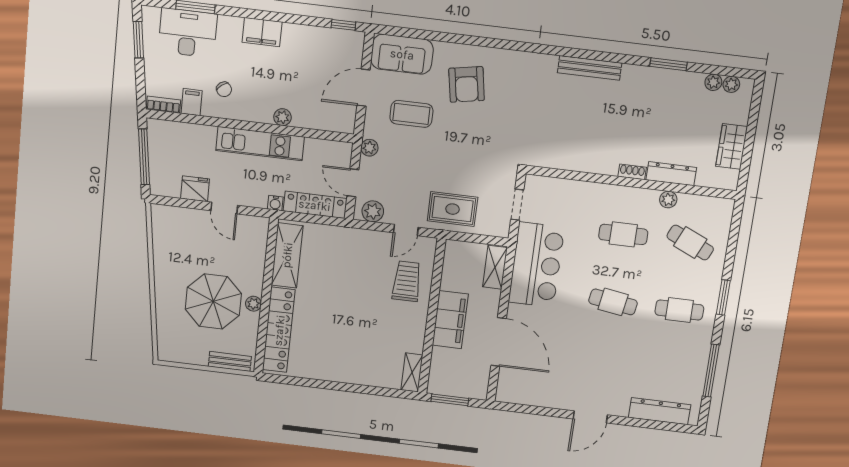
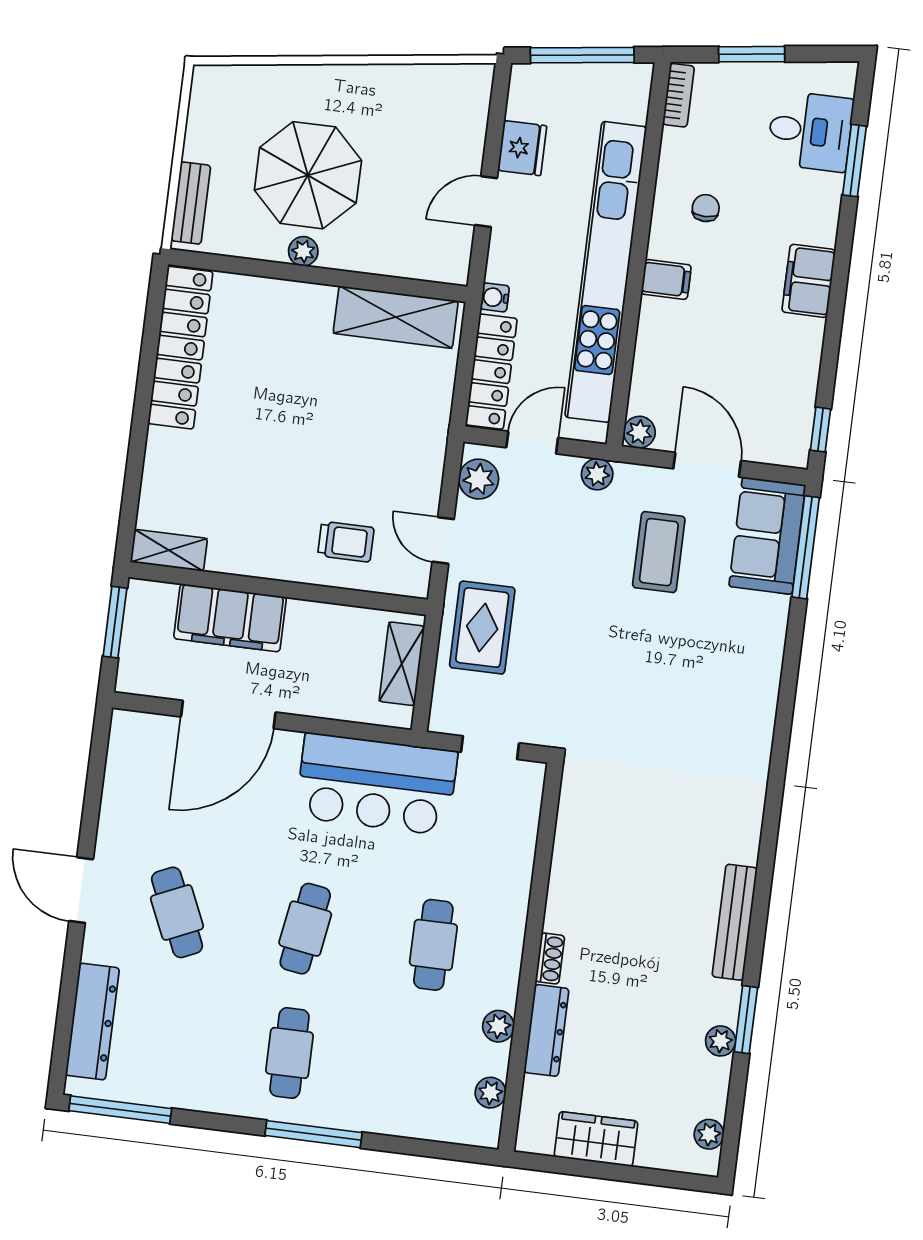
desk: (188, 33) -> (810, 131), width x0.73
window: (408, 33) -> (806, 547), added
window: (138, 40) -> (752, 54), moved
bench: (590, 68) -> (735, 922), moved
plant: (713, 82) -> (721, 1041), moved
armchair: (467, 84) -> (712, 653), removed
chair: (224, 89) -> (706, 208), turned 127
filing cabinet: (192, 102) -> (666, 279), moved
plant: (282, 117) -> (639, 432), moved
kitchen unit: (260, 144) -> (606, 272), width x1.86
plant: (704, 204) -> (490, 1093), added
cafe table: (690, 243) -> (177, 912), moved, turned -48
shelving: (495, 267) -> (402, 664), moved, turned 90
trolley: (407, 281) -> (346, 542), width x0.73, depth x0.72
window: (723, 297) -> (314, 1134), width x1.44
filing cabinet: (450, 320) -> (230, 618), moved
locker: (279, 330) -> (180, 348), moved, turned -90
window: (711, 371) -> (120, 1110), moved

